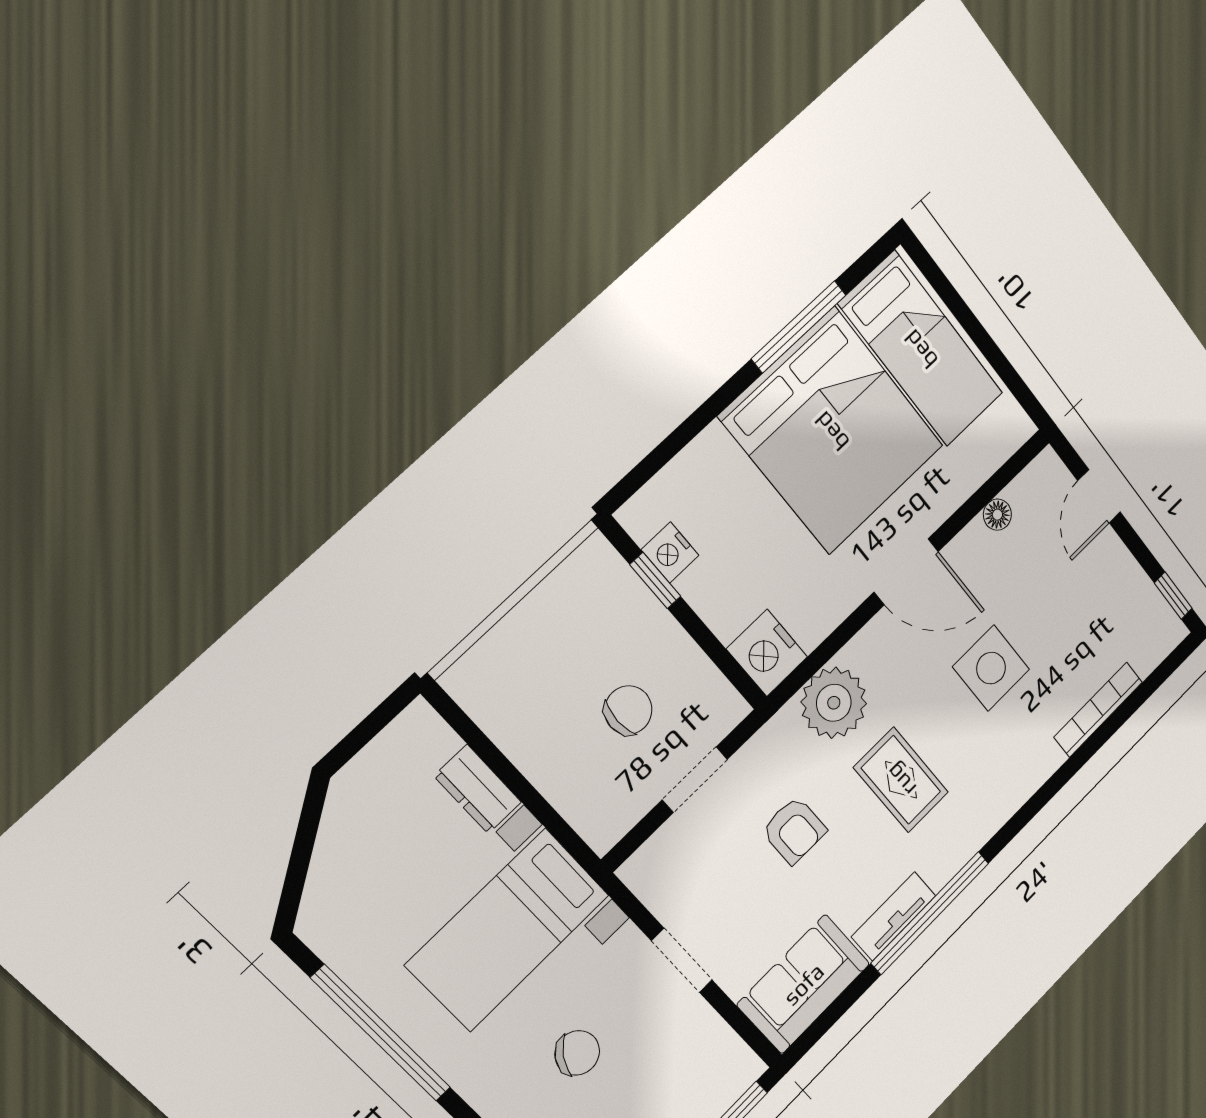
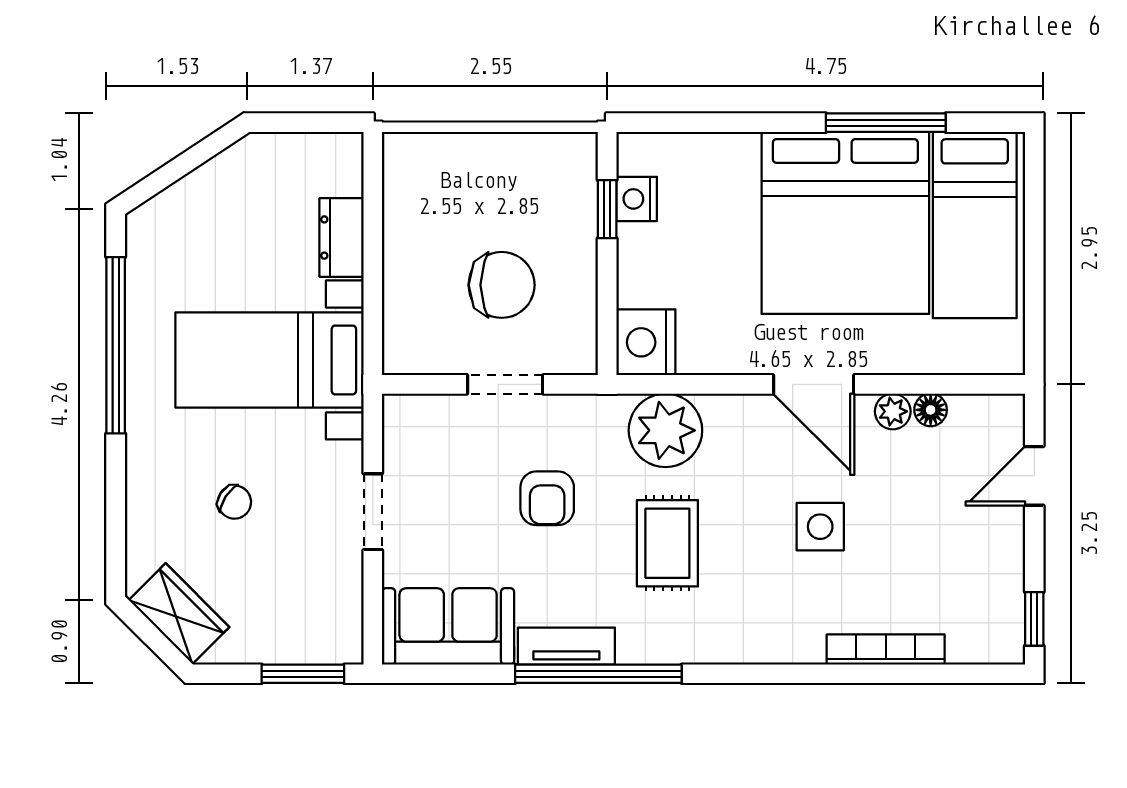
plant: (974, 540) -> (893, 411), added
side table: (991, 668) -> (820, 527), width x0.73, depth x0.73
chair: (628, 710) -> (502, 285), width x1.37, depth x1.37
chair: (577, 1053) -> (234, 502), width x0.73, depth x0.73

